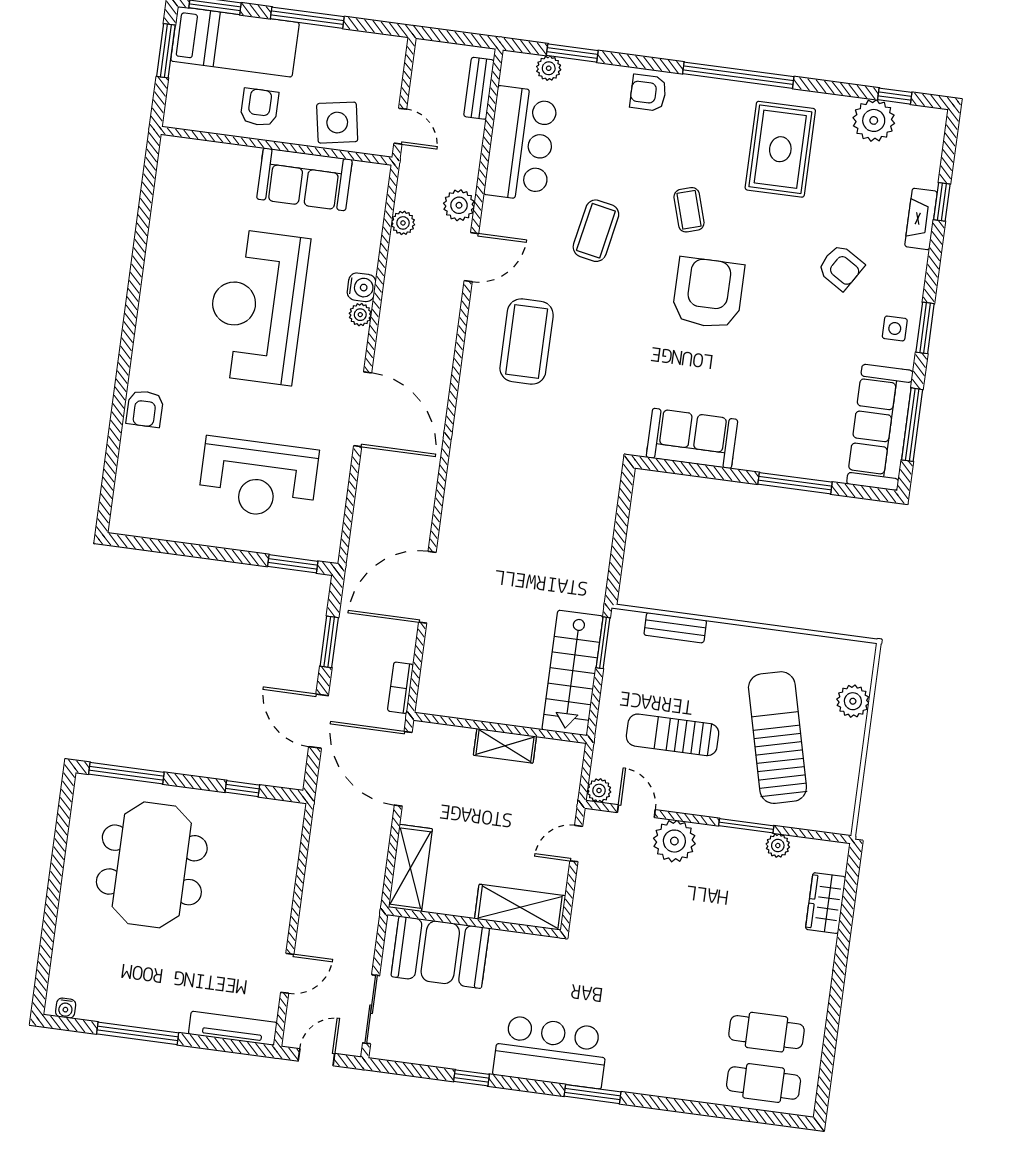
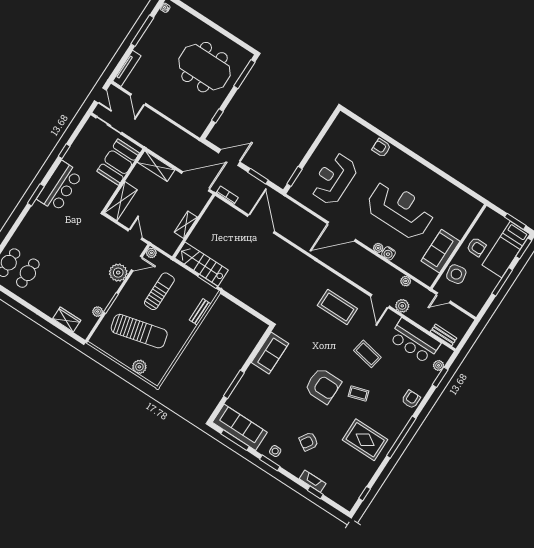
plant: (874, 120) -> (359, 481), removed

